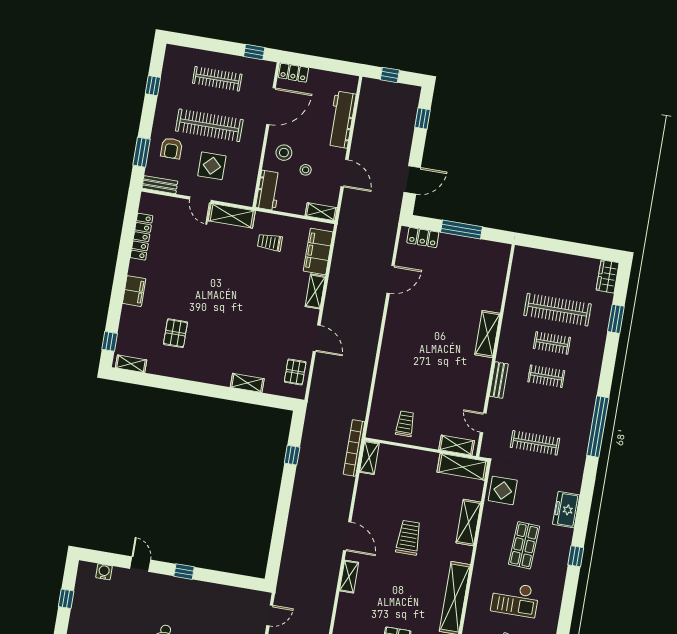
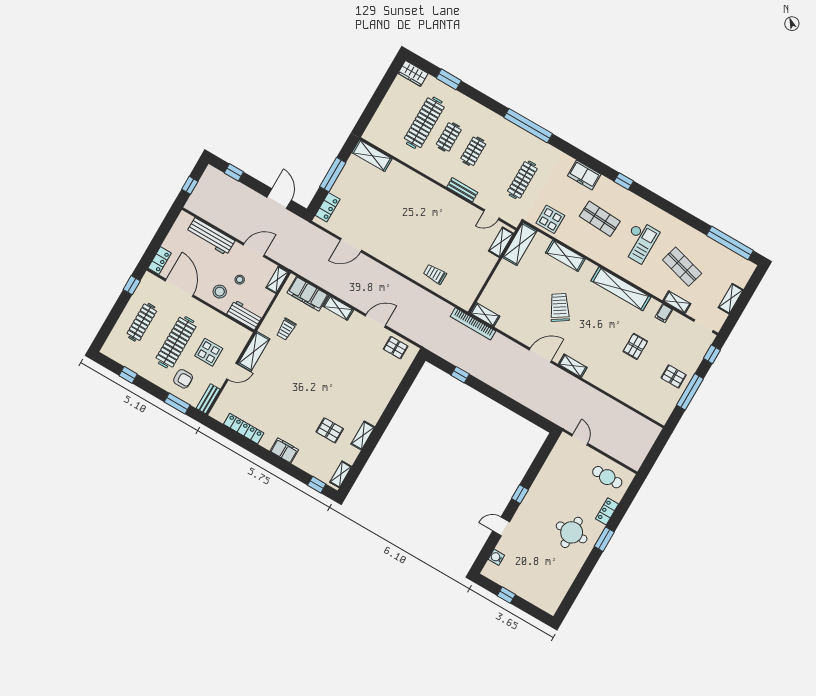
door: (391, 279) -> (351, 245), swing flipped
shelving: (487, 334) -> (372, 156), moved
shelving: (247, 383) -> (363, 435), moved
trolley: (405, 424) -> (435, 274), moved
trolley: (409, 538) -> (560, 307), turned 57

